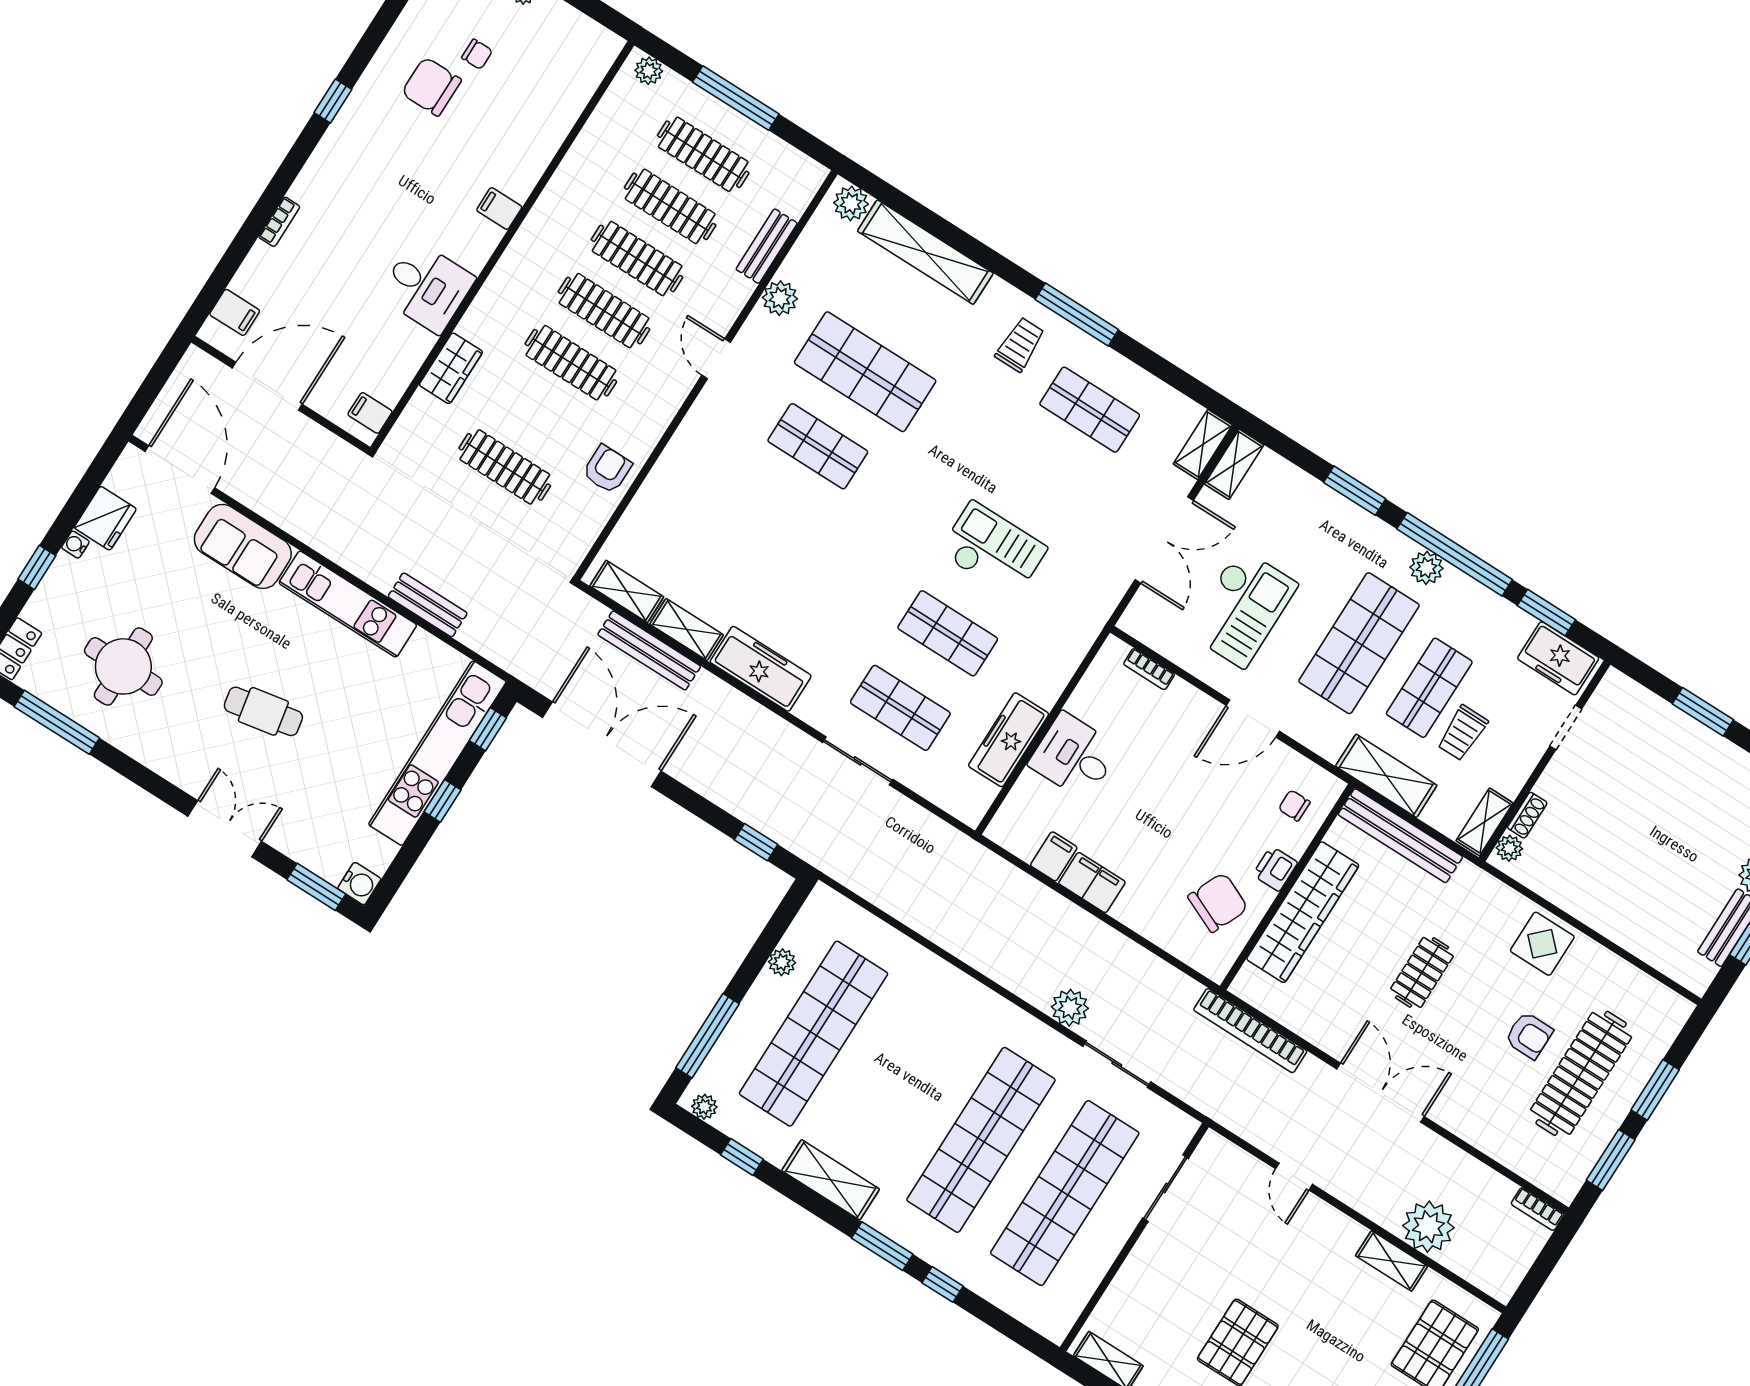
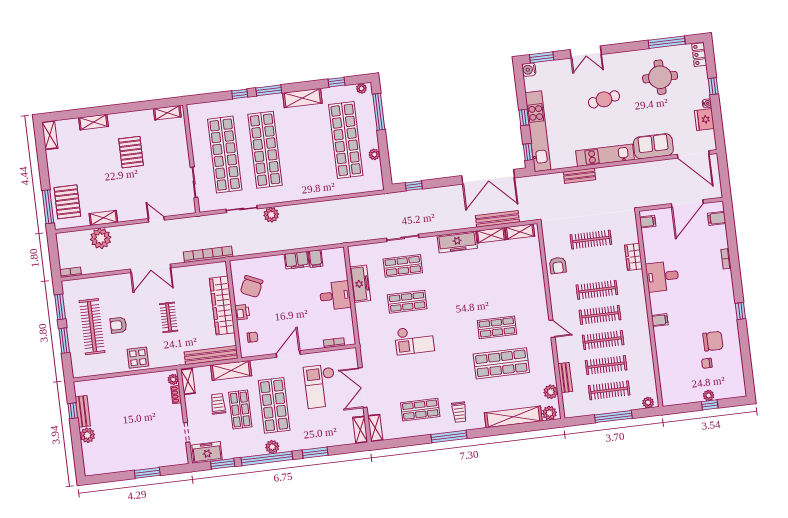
plant: (780, 298) -> (551, 392), moved

